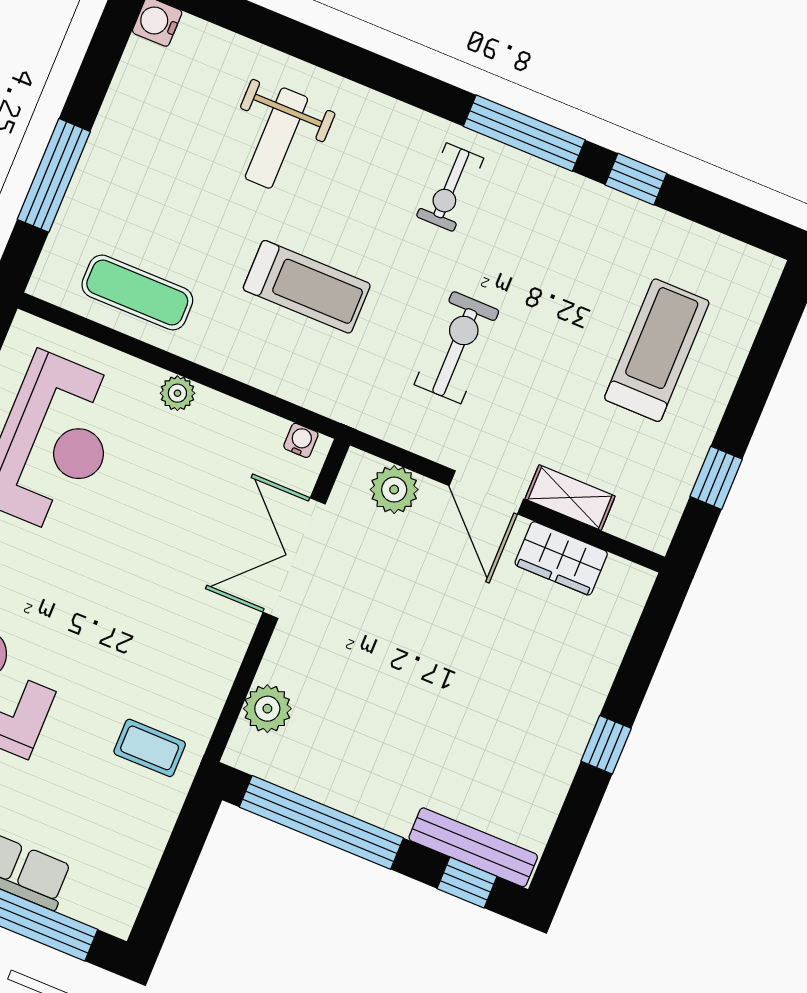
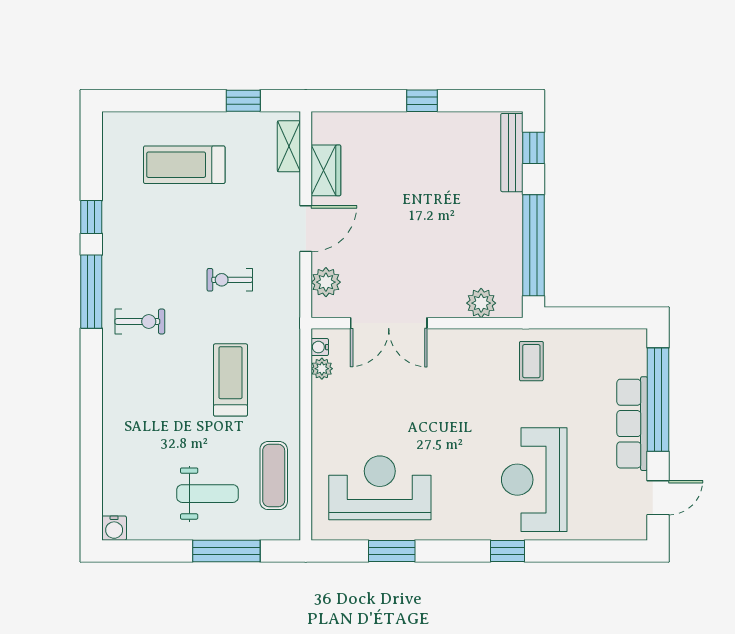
weight bench: (276, 138) -> (208, 494), moved
exercise bike: (457, 347) -> (230, 280), width x0.73, depth x0.72
plant: (177, 393) -> (322, 369), moved
shelving: (570, 497) -> (289, 146), moved

